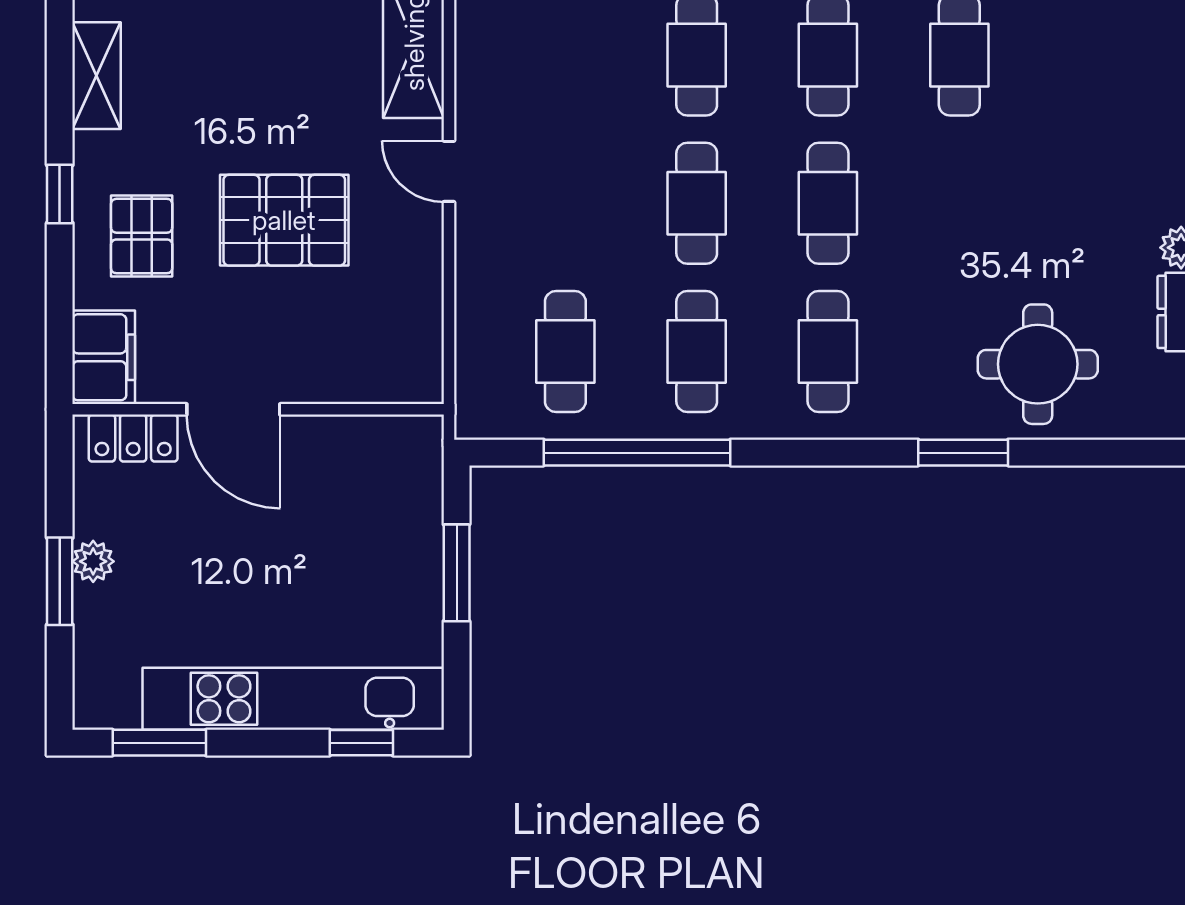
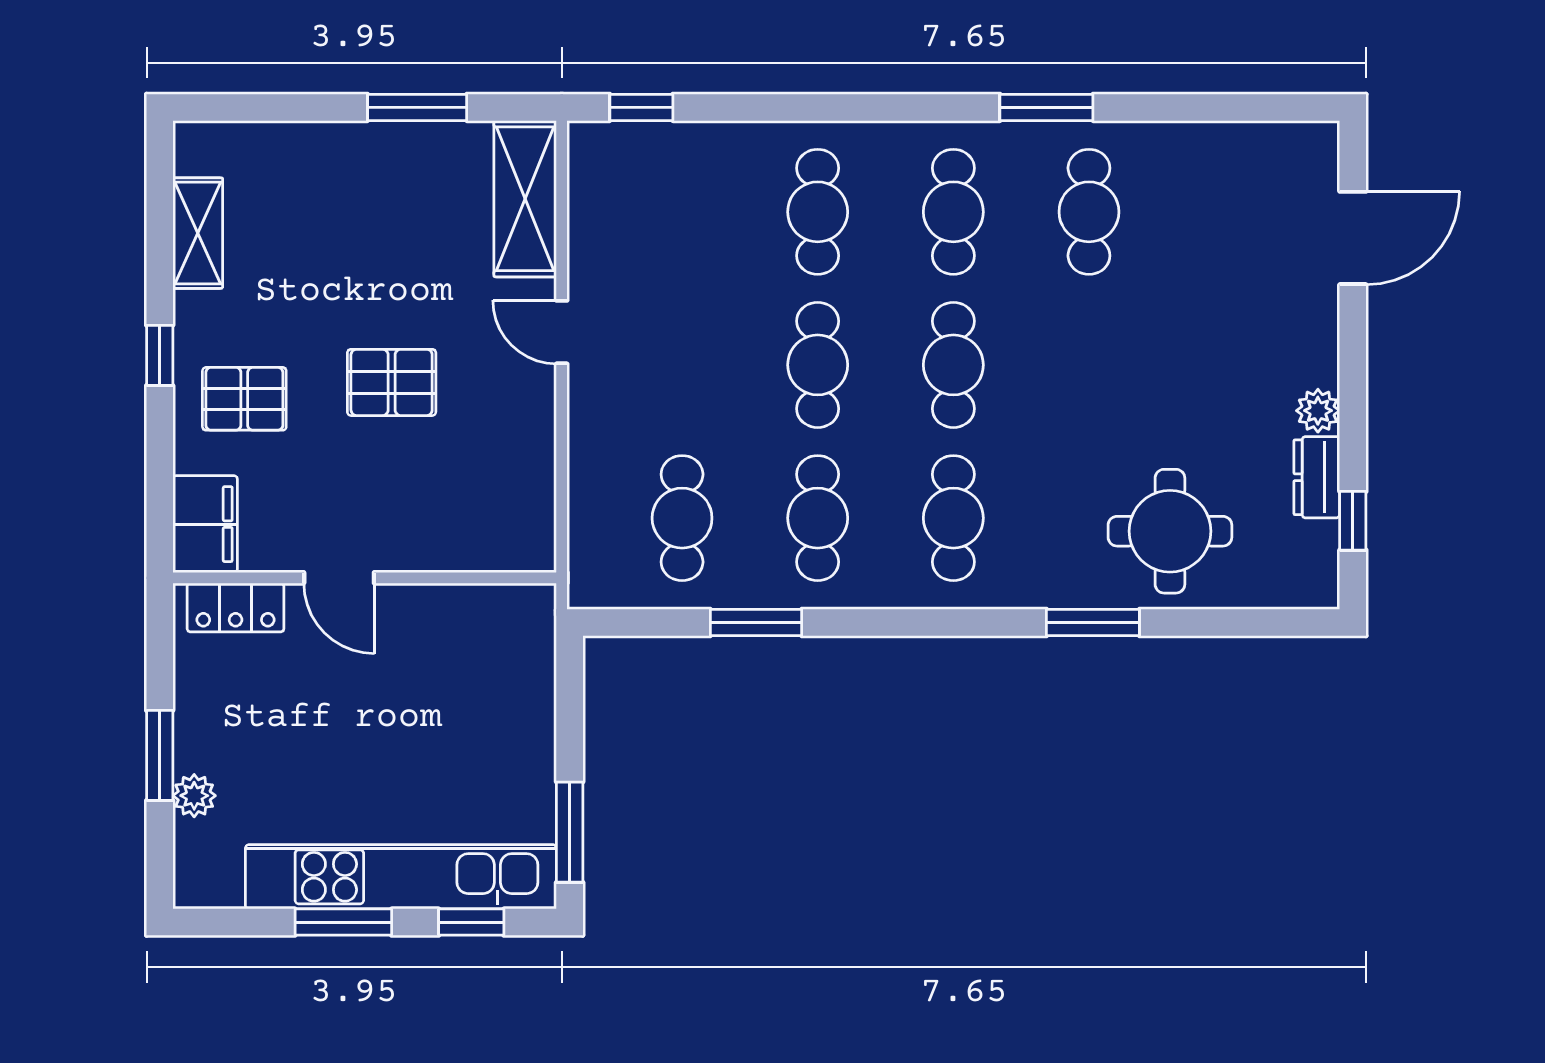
pallet: (284, 220) -> (392, 382), width x0.67, depth x0.71
pallet: (142, 236) -> (244, 399), turned 90
door: (233, 409) -> (339, 578), width x0.73
window: (637, 453) -> (756, 623), width x0.47
plant: (93, 561) -> (194, 796), moved
window: (457, 573) -> (570, 832), moved
window: (159, 743) -> (343, 922), moved

